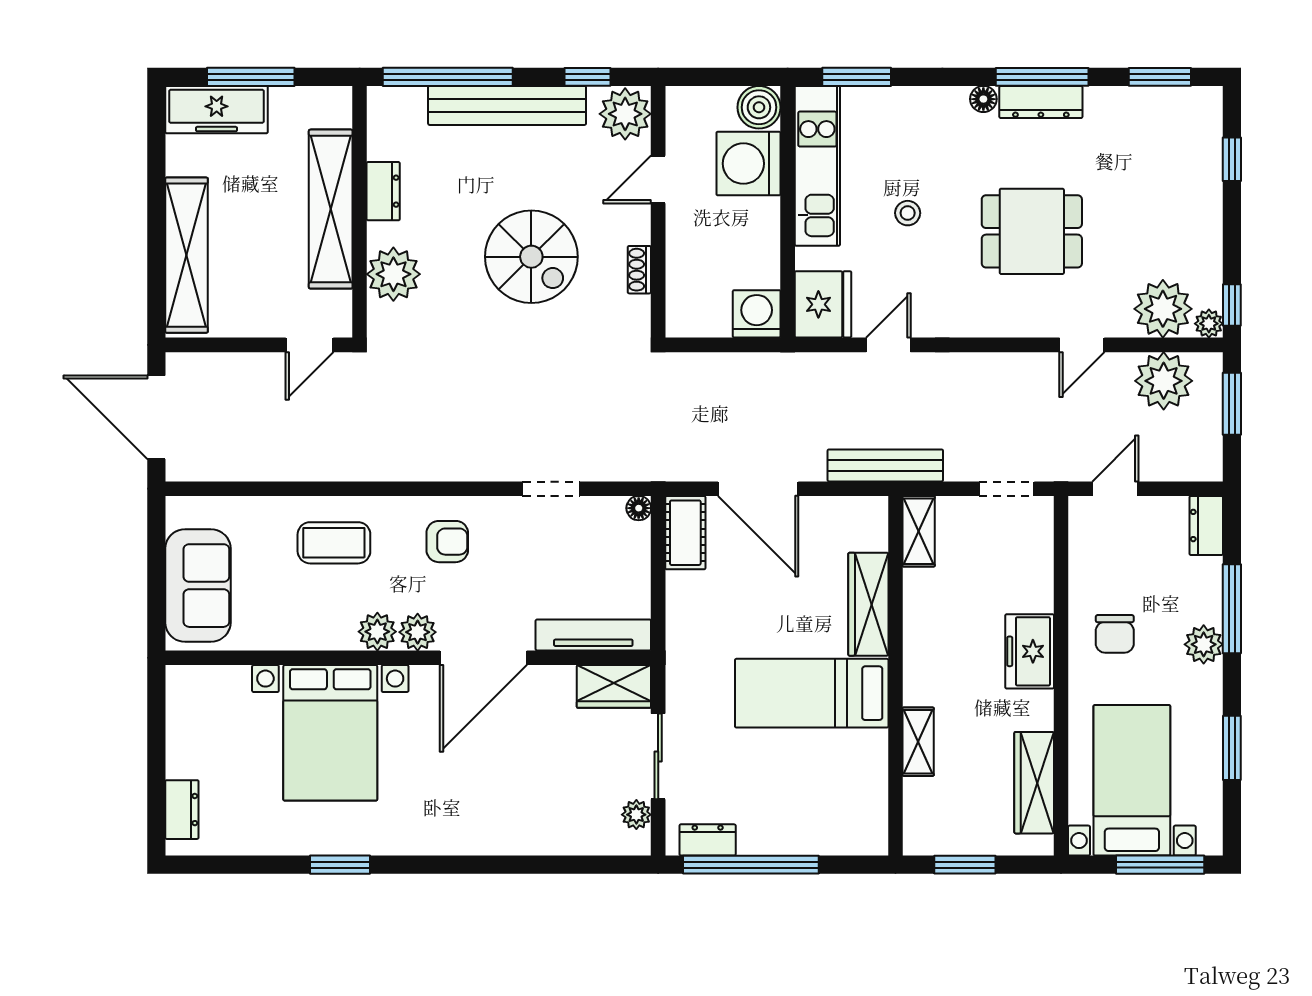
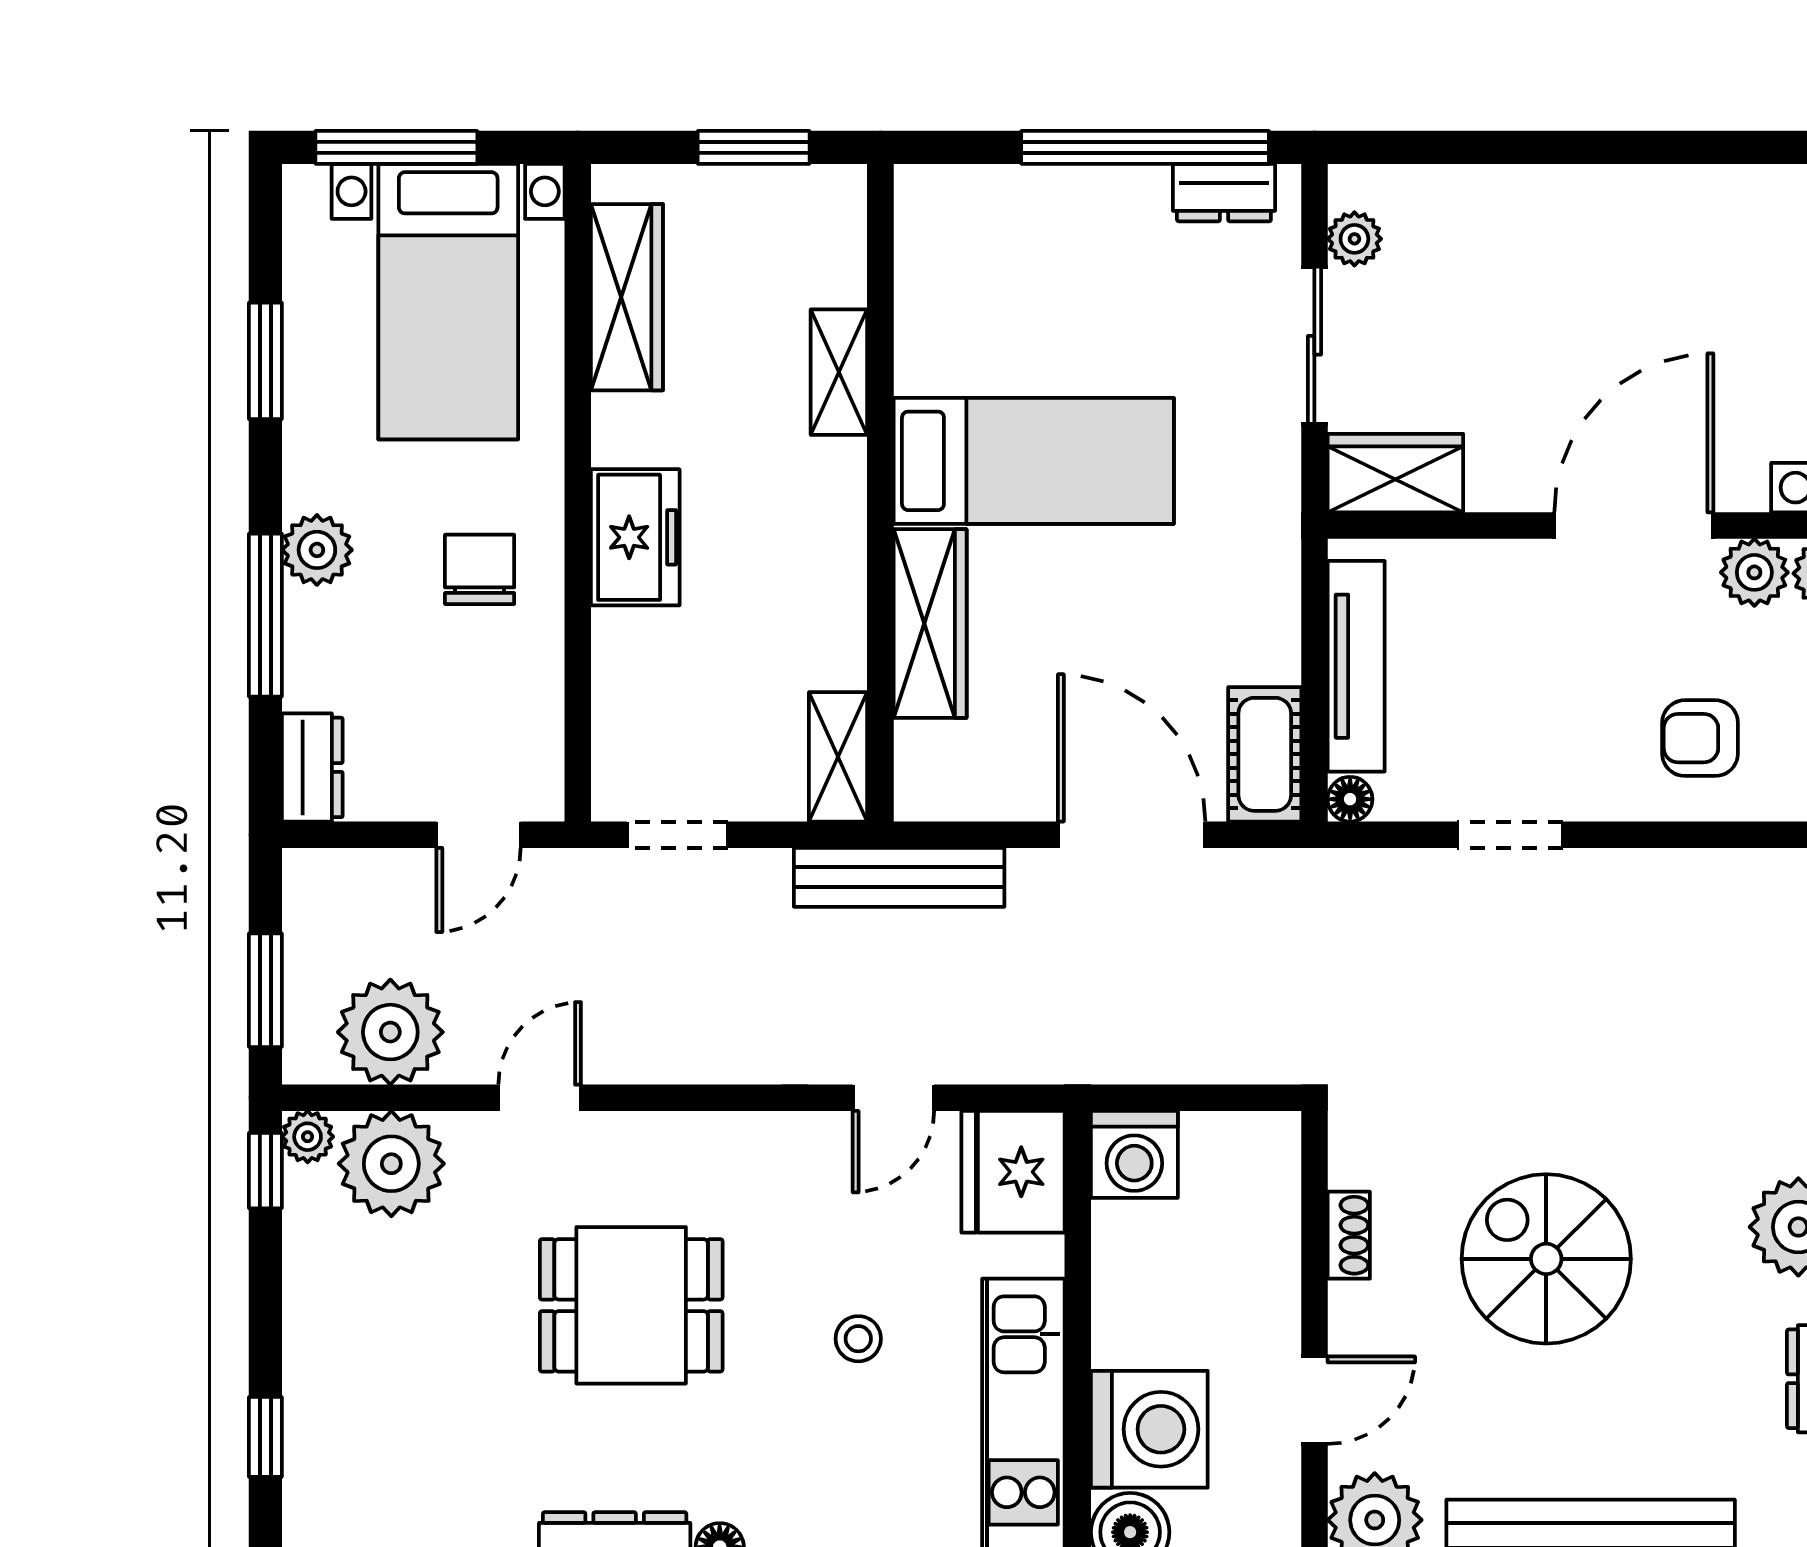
tv unit: (593, 635) -> (1356, 666), moved, turned -90

